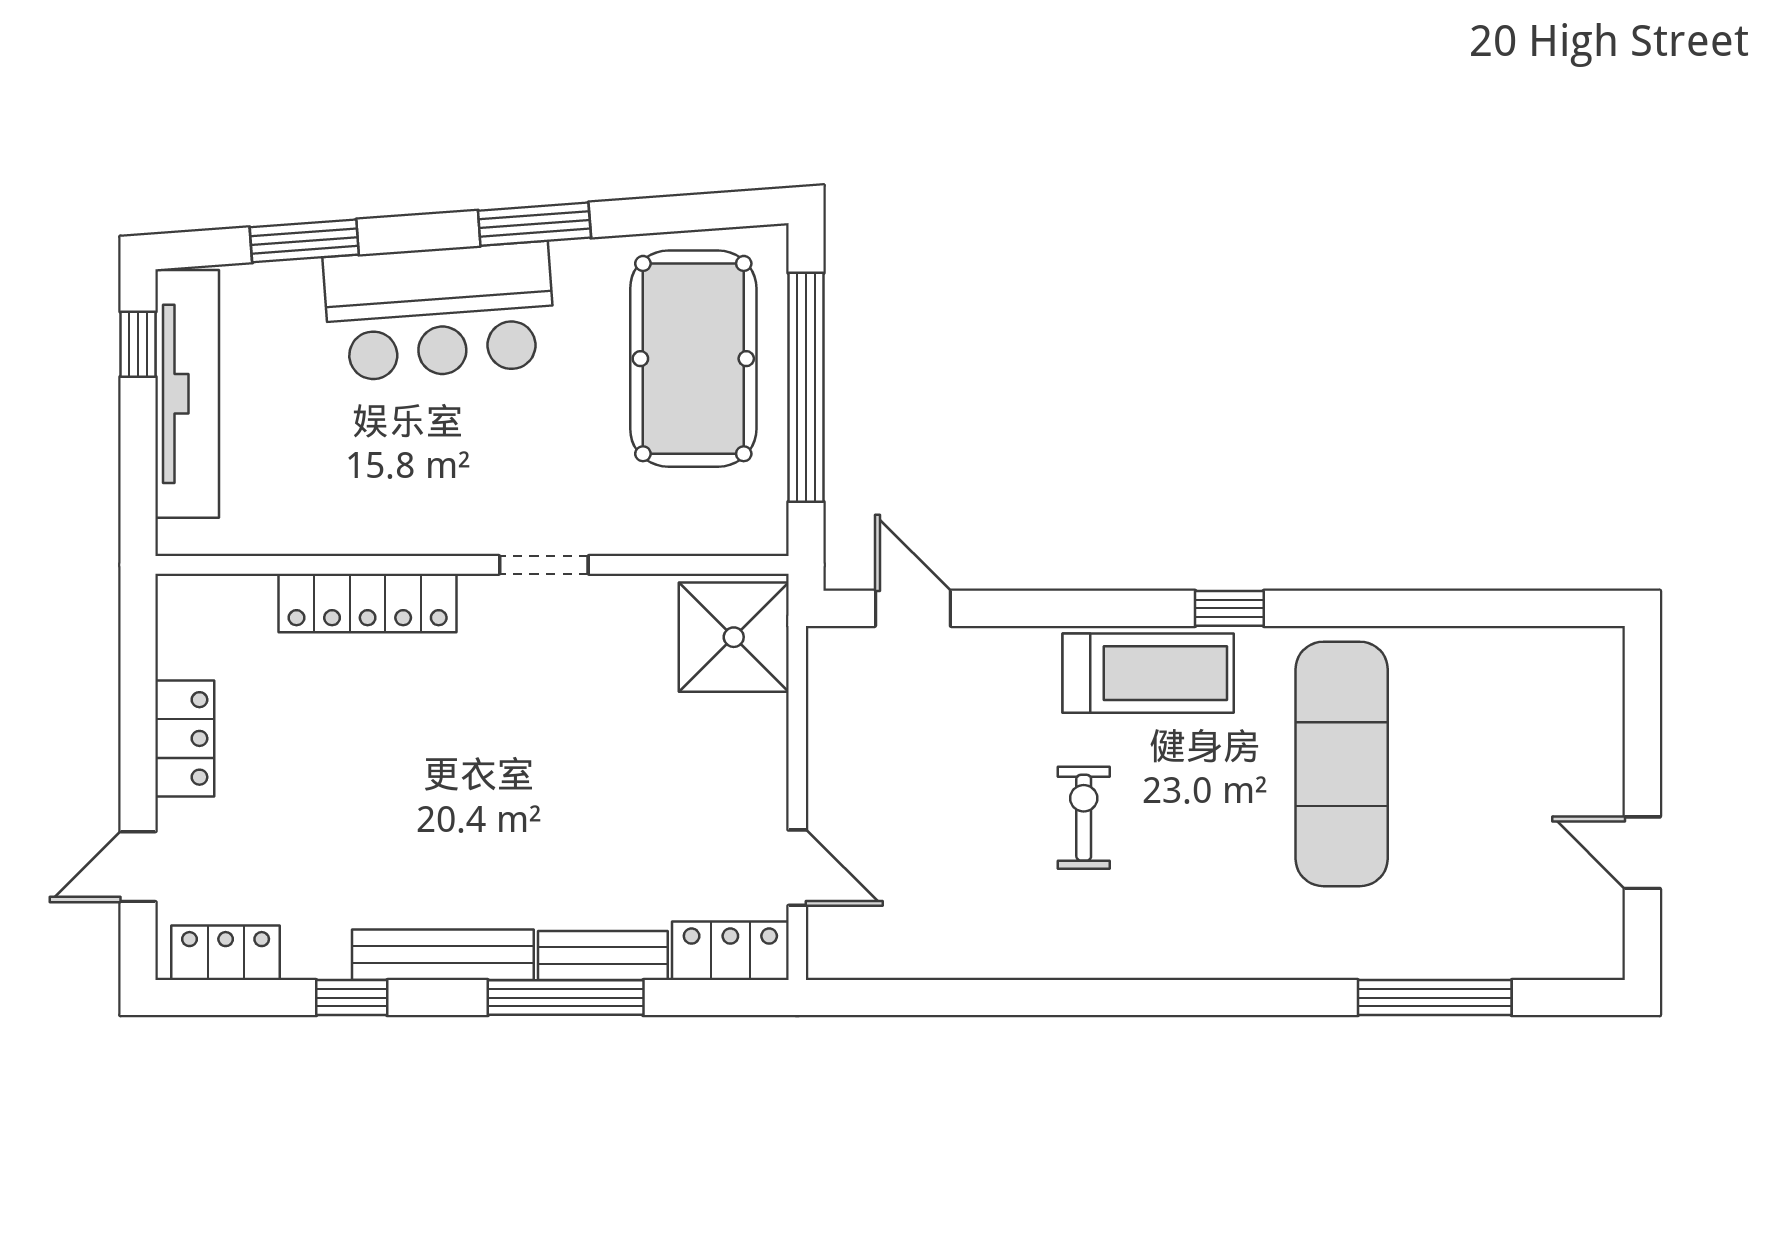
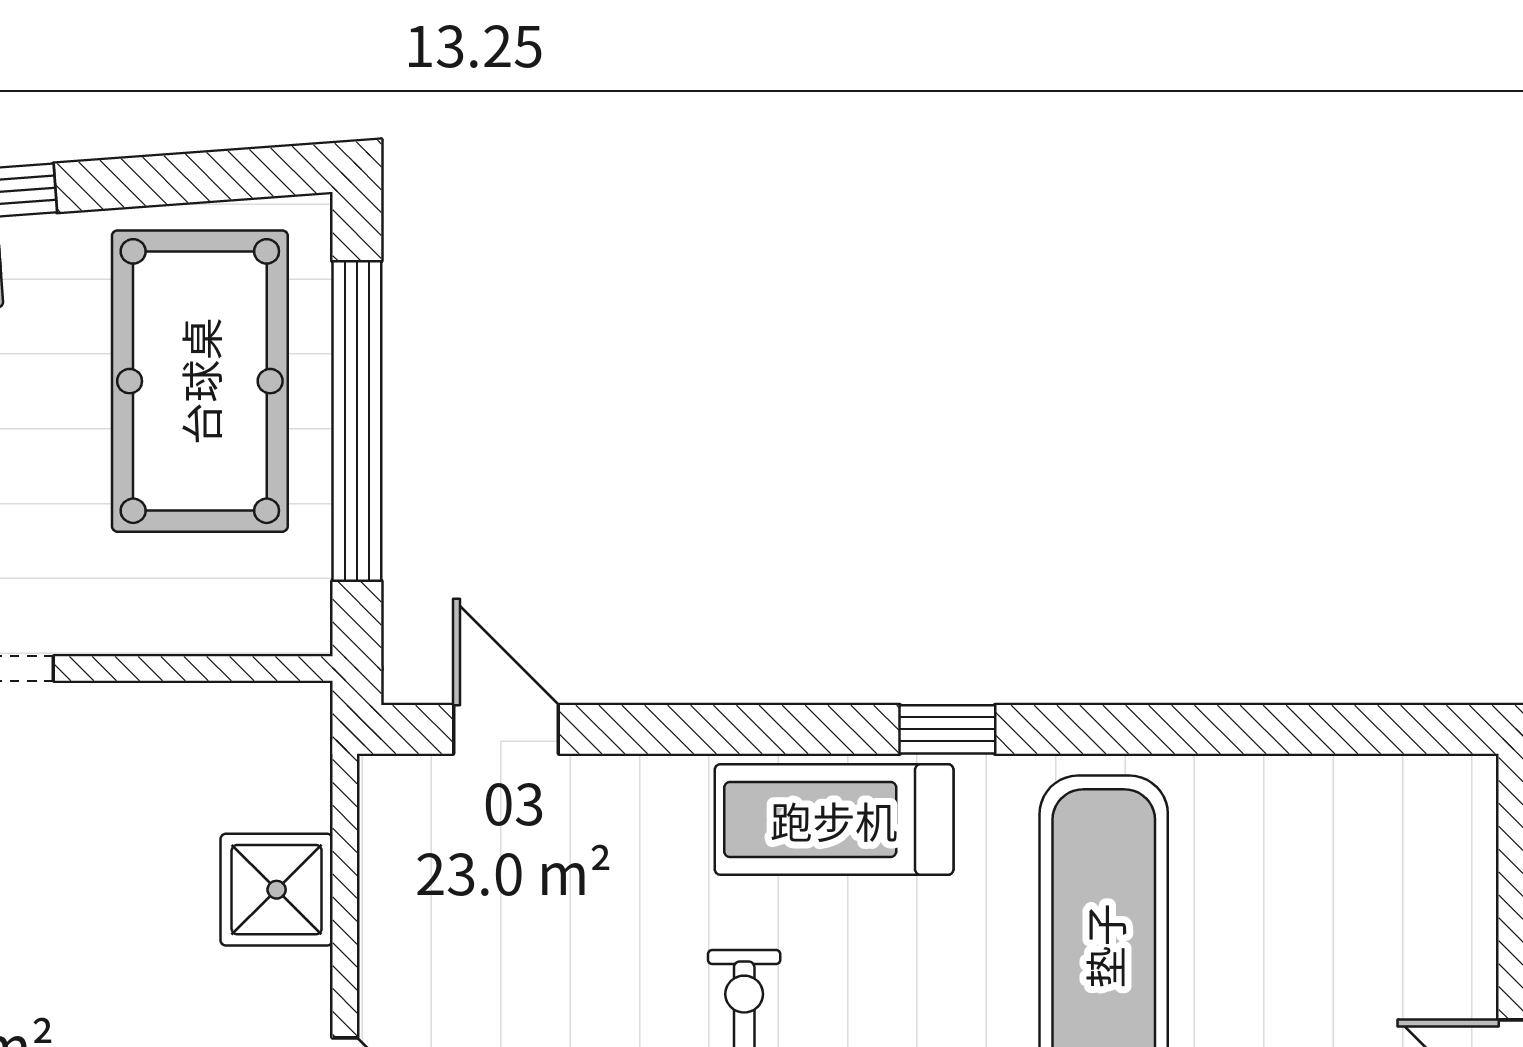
shower: (734, 637) -> (277, 890), moved, width x0.73, depth x0.73
treadmill: (1148, 673) -> (834, 820), turned 180

